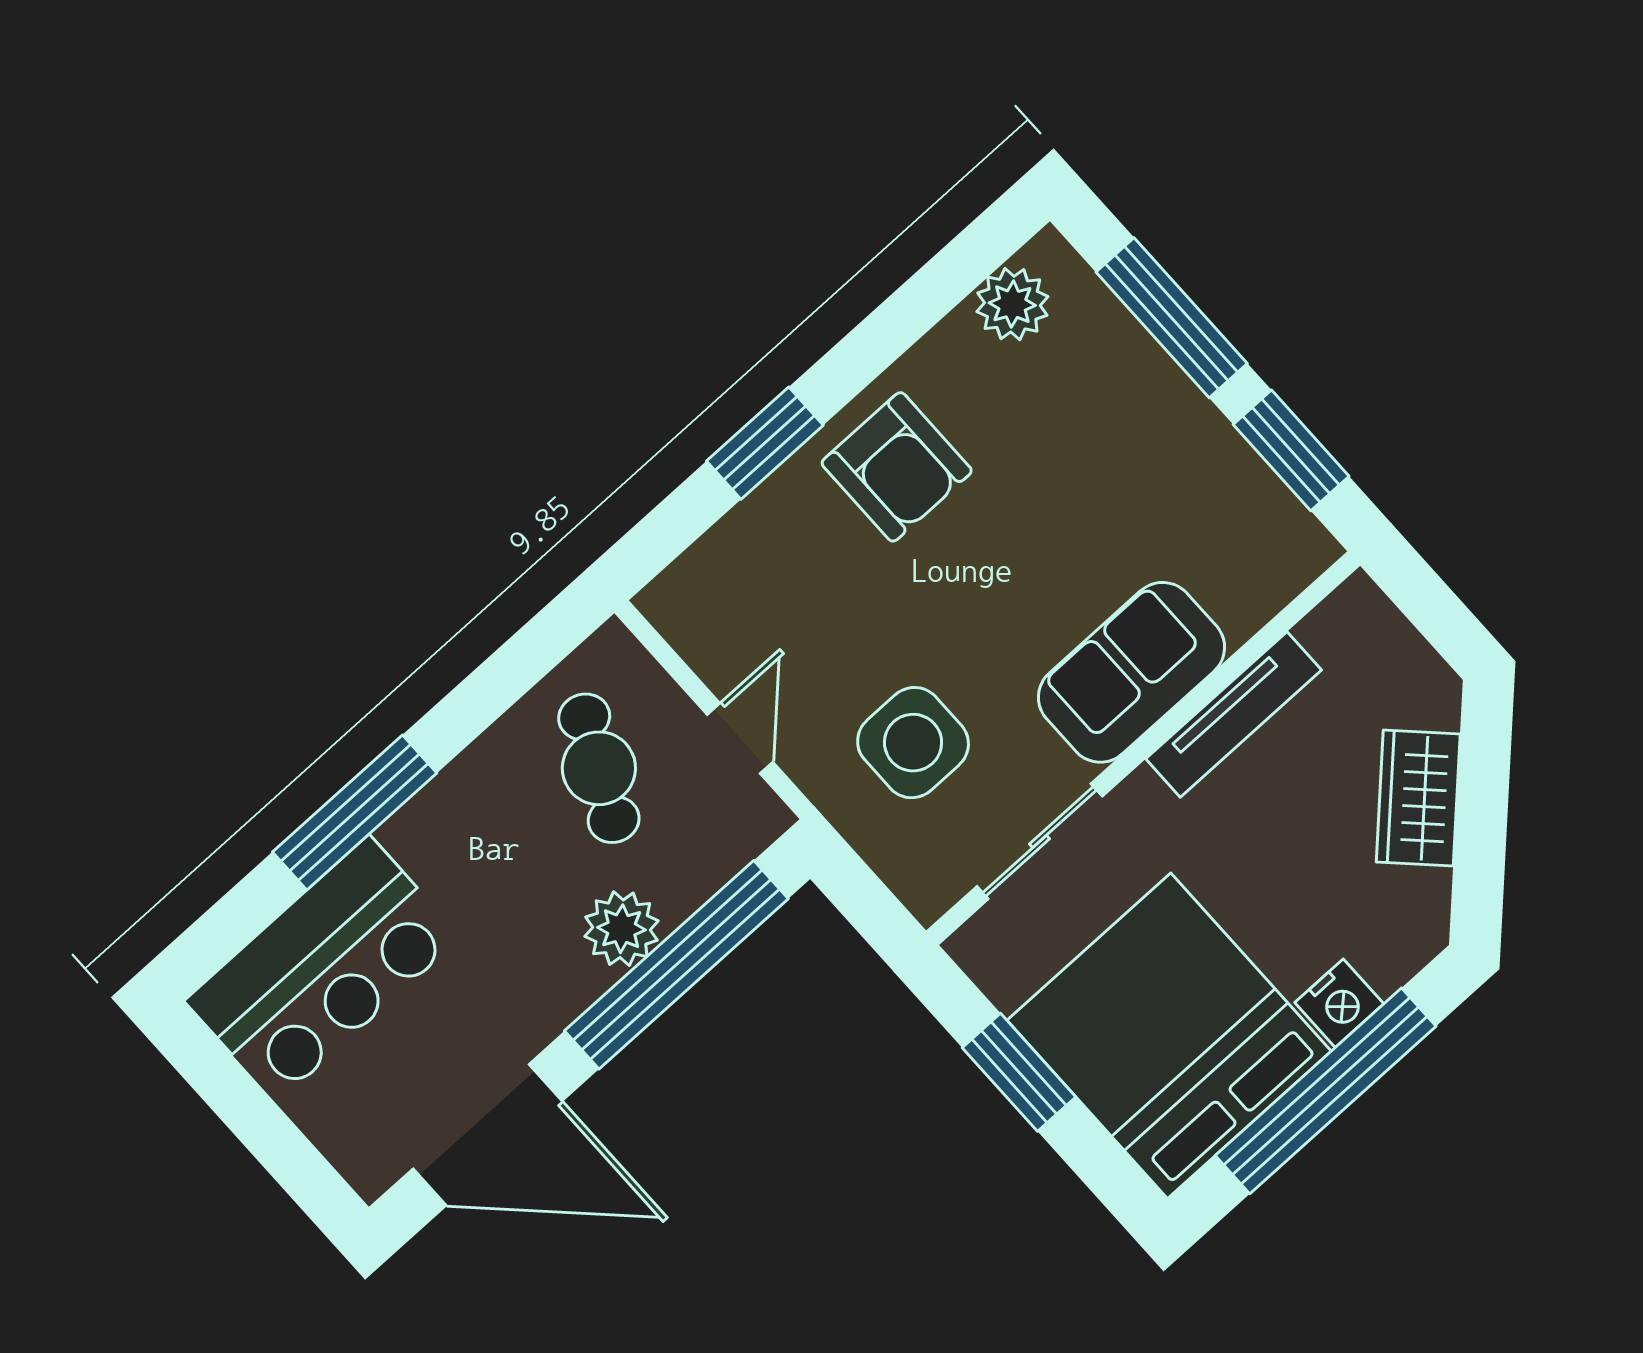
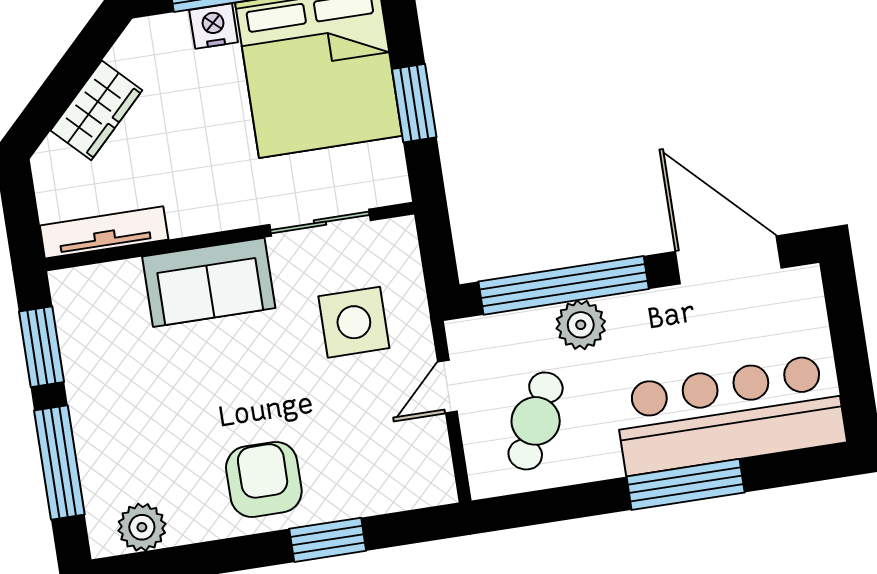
tv unit: (1234, 714) -> (104, 232), moved
bar counter: (323, 969) -> (730, 414), width x1.36

